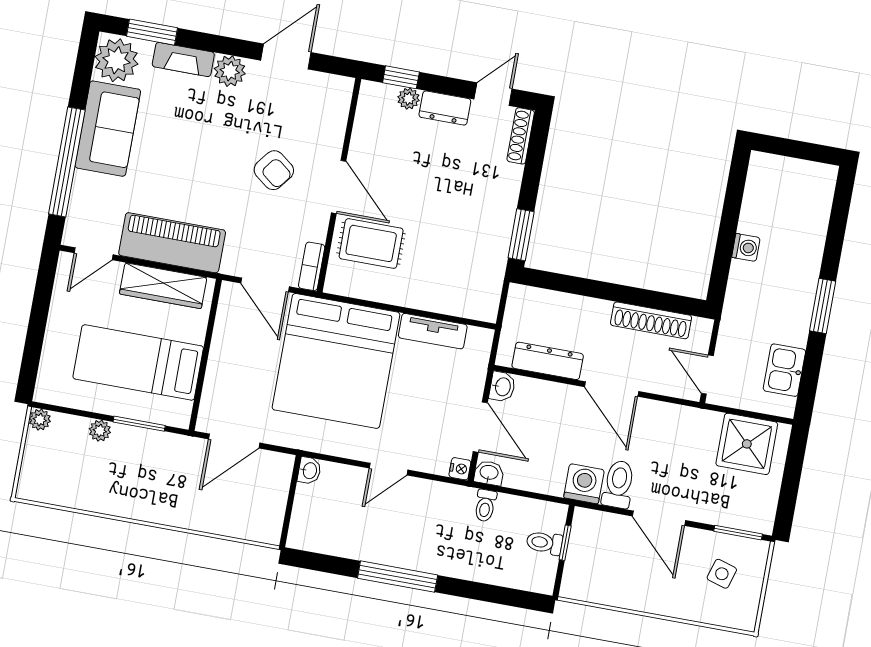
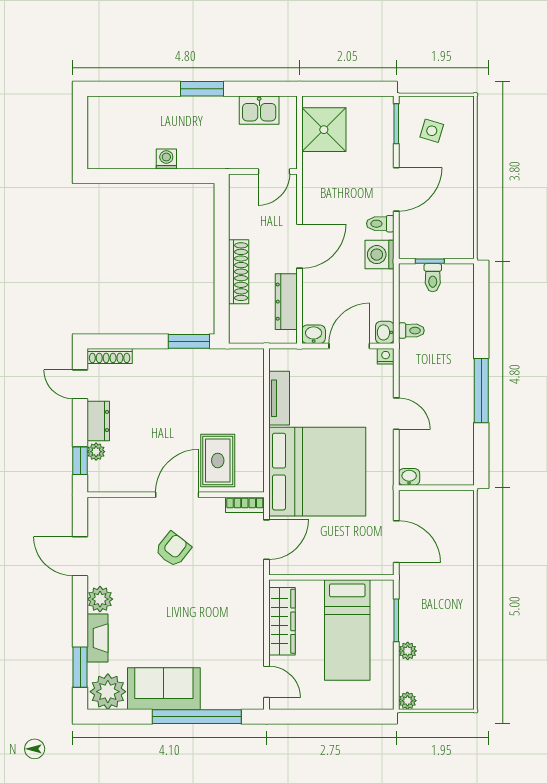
piano: (172, 243) -> (246, 620), removed
shoe rack: (651, 320) -> (239, 272), moved
toilet: (618, 484) -> (380, 224), width x0.73, depth x0.72

